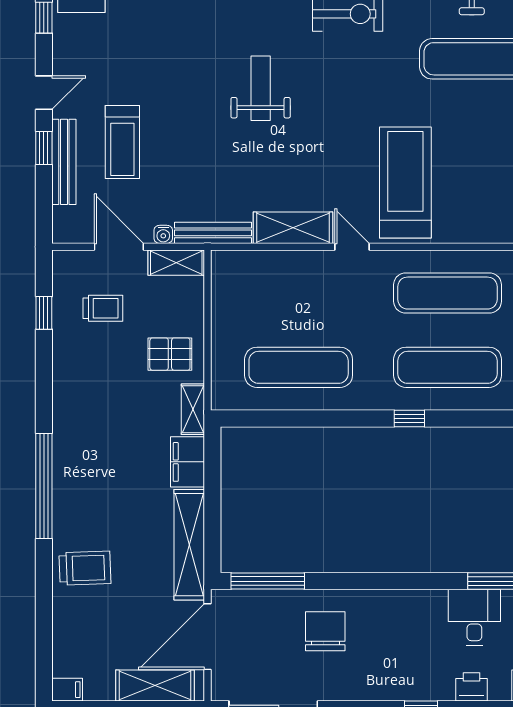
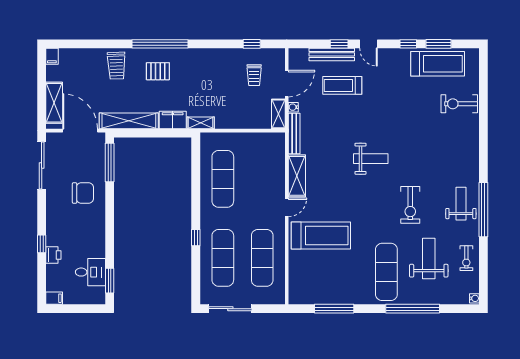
pallet: (170, 354) -> (158, 71), moved, turned 90
printer: (472, 687) -> (53, 255), moved

